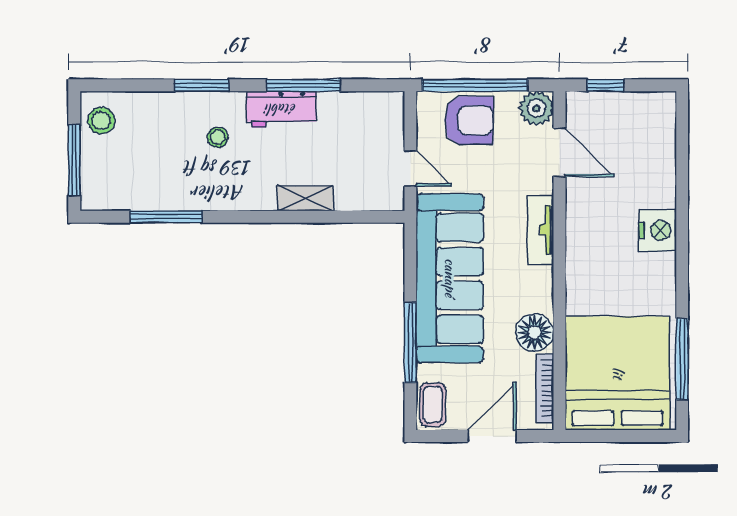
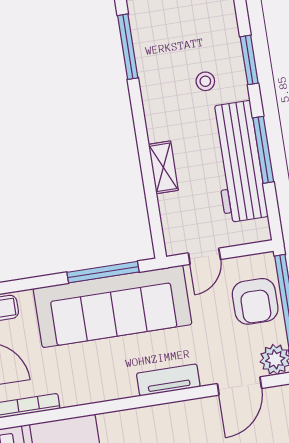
workbench: (281, 109) -> (238, 162), width x1.88, depth x1.32
floor lamp: (535, 333) -> (76, 389), removed
window: (410, 342) -> (103, 272), moved

